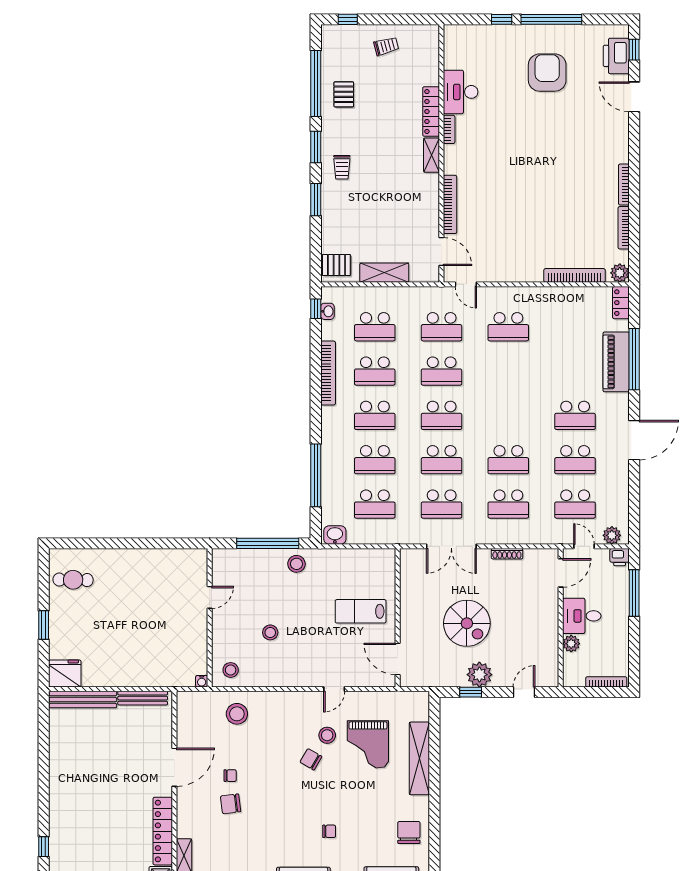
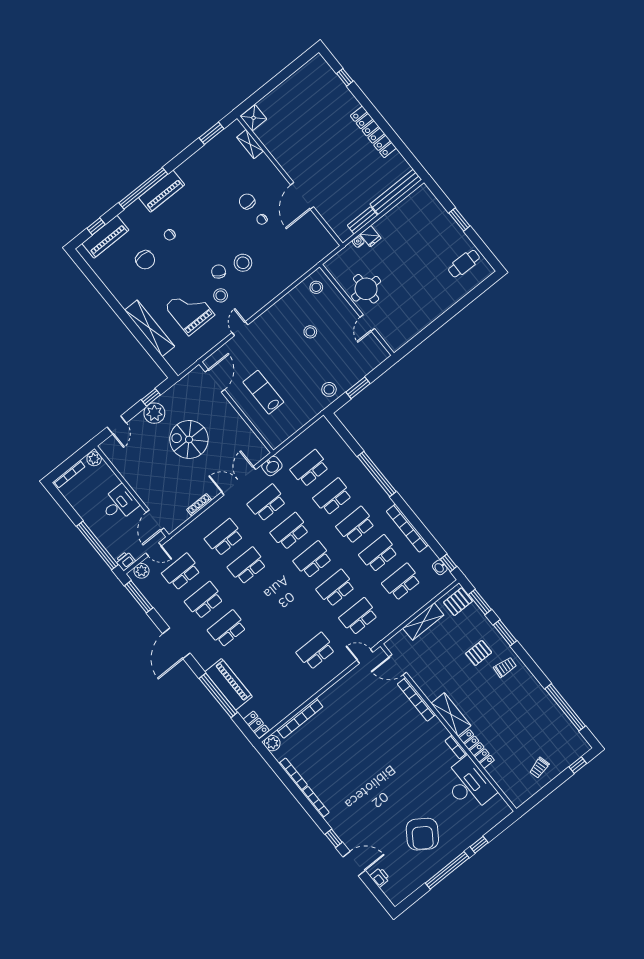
window: (634, 50) -> (334, 838), moved
printer: (616, 56) -> (380, 877), width x0.53, depth x0.68
armchair: (547, 73) -> (422, 834), turned 34
desk: (461, 92) -> (469, 785), width x1.36, depth x1.30
pallet: (344, 94) -> (479, 653), moved, turned 90
window: (316, 147) -> (480, 602), moved
shelving: (432, 155) -> (451, 714), width x1.50, depth x1.33
trolley: (342, 167) -> (505, 667), turned 95
window: (316, 475) -> (377, 474), moved
window: (634, 513) -> (139, 597), added
washbasin: (335, 535) -> (272, 466), moved
window: (268, 543) -> (358, 388), width x0.47
window: (634, 593) -> (97, 545), width x1.46
lab bench: (361, 611) -> (263, 392), turned -90
round table: (185, 631) -> (366, 289), added
plant: (571, 644) -> (94, 459), moved
door: (398, 659) -> (215, 381), hinge flipped
fridge: (65, 673) -> (371, 236), moved, width x0.53, depth x0.75
water cooler: (202, 681) -> (358, 242), moved
bench: (143, 698) -> (362, 220), width x0.73
stool: (237, 714) -> (243, 263), moved
chair: (311, 759) -> (219, 272), turned -90
chair: (231, 804) -> (247, 201), turned -83
locker: (163, 831) -> (373, 132), moved, turned 180
chair: (409, 832) -> (145, 260), moved

